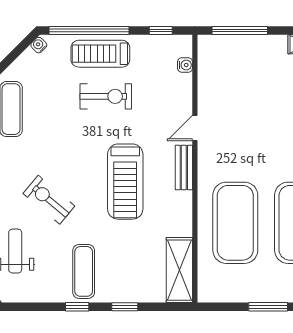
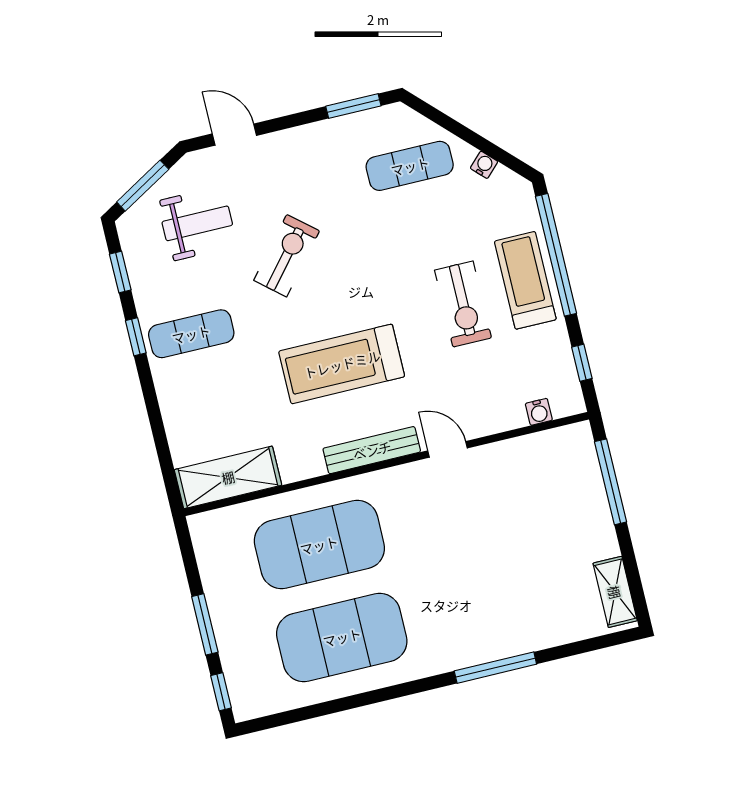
water cooler: (39, 45) -> (484, 165), moved
bench: (184, 168) -> (372, 450), width x1.36
window: (125, 307) -> (120, 272), moved

